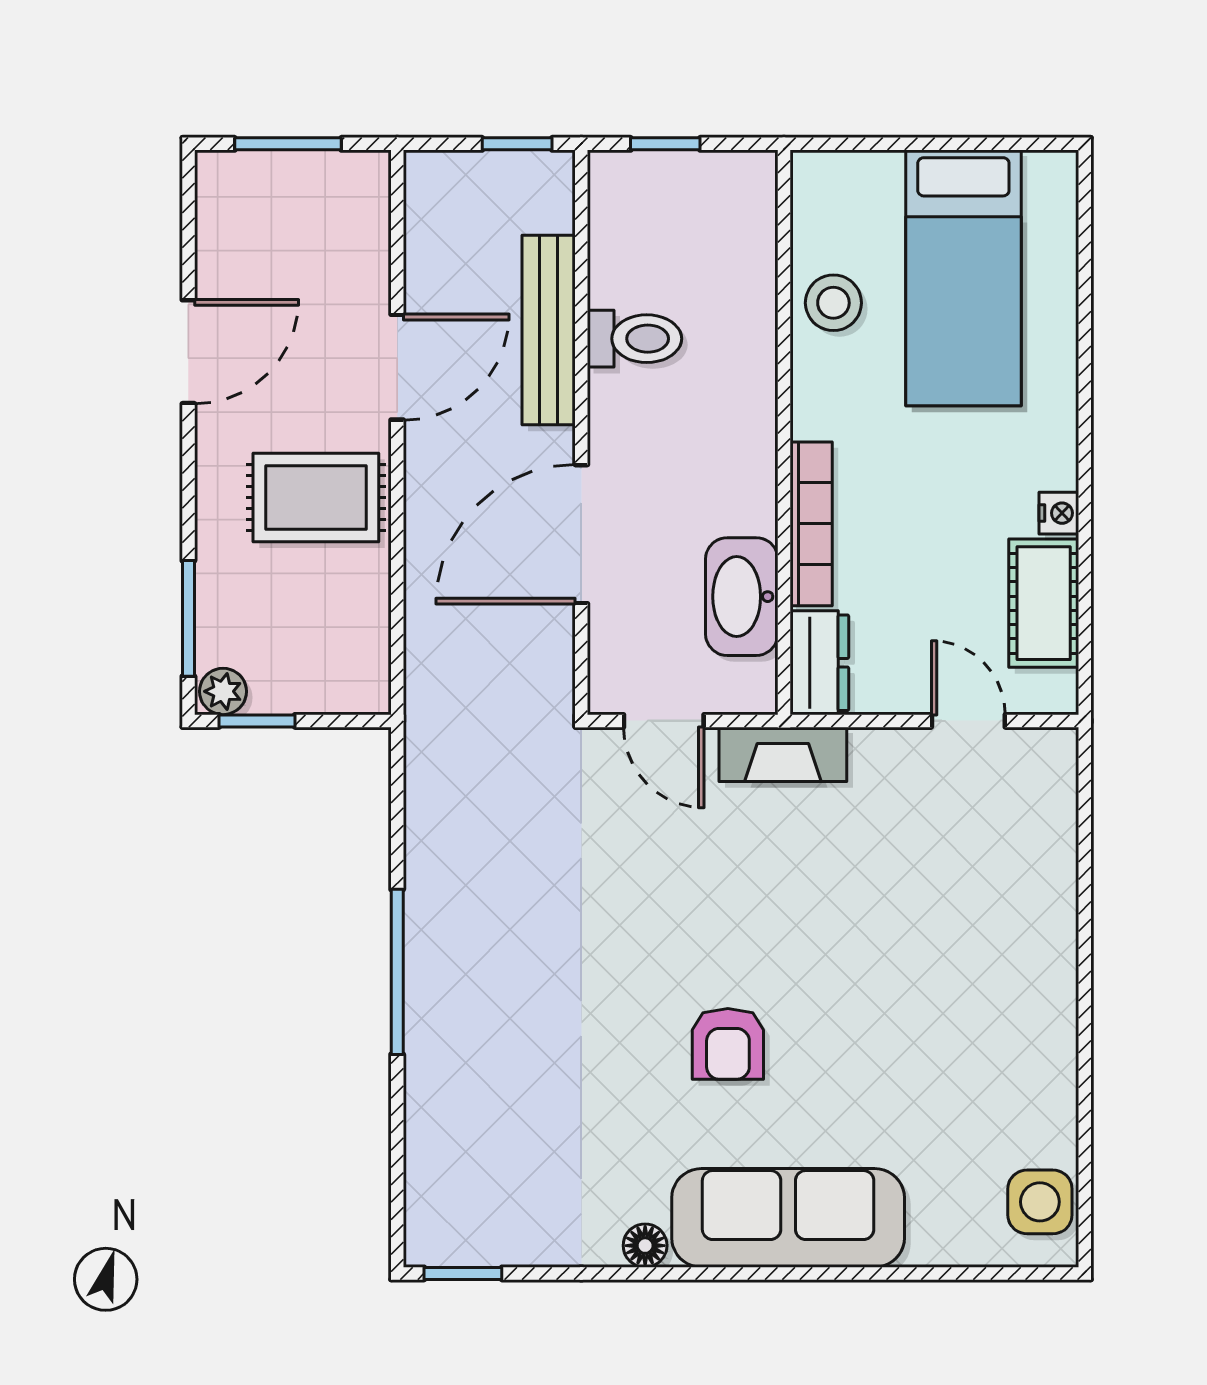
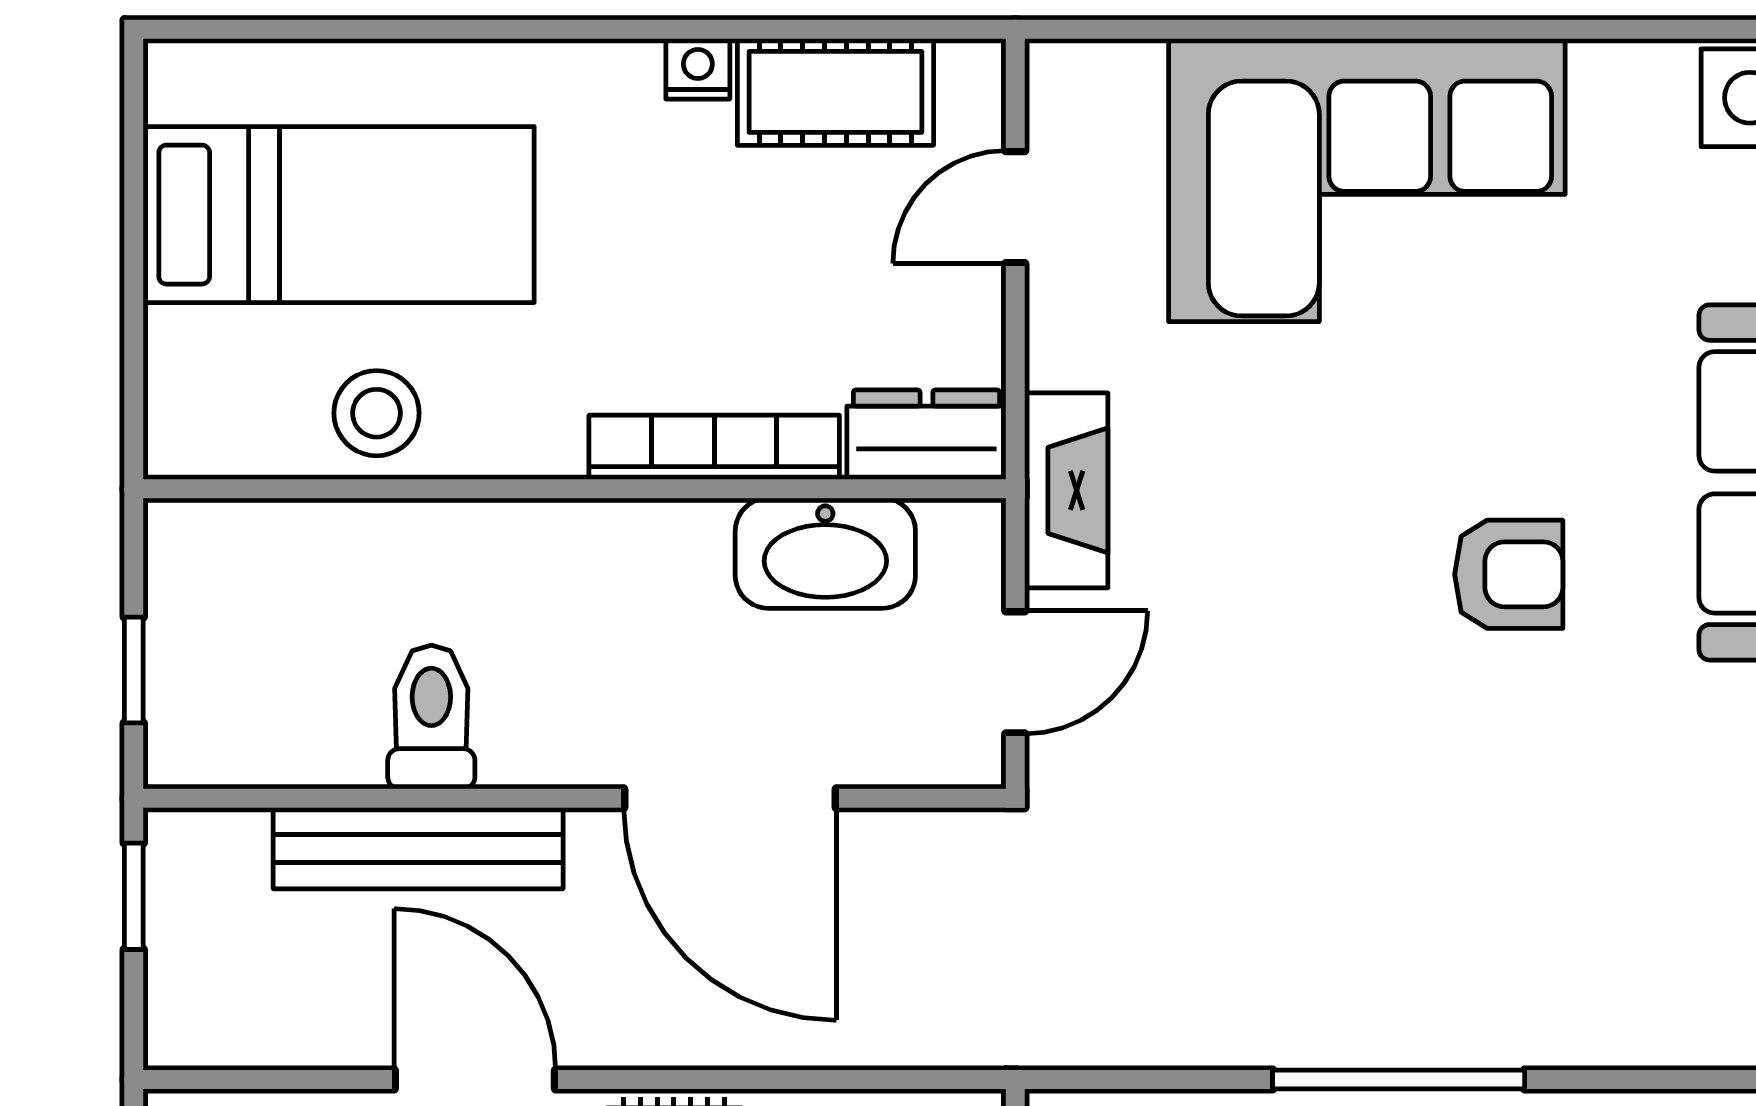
corner sofa: (986, 951) -> (1367, 180), added

